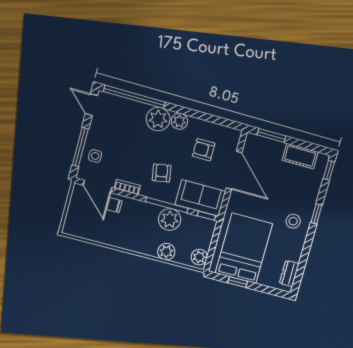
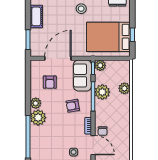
door: (98, 186) -> (93, 145), hinge flipped
plant: (199, 257) -> (100, 65), moved

